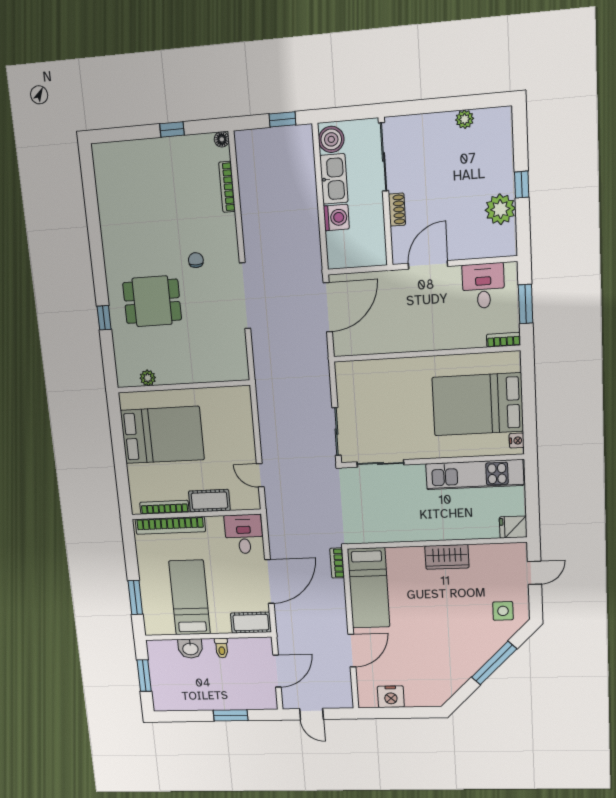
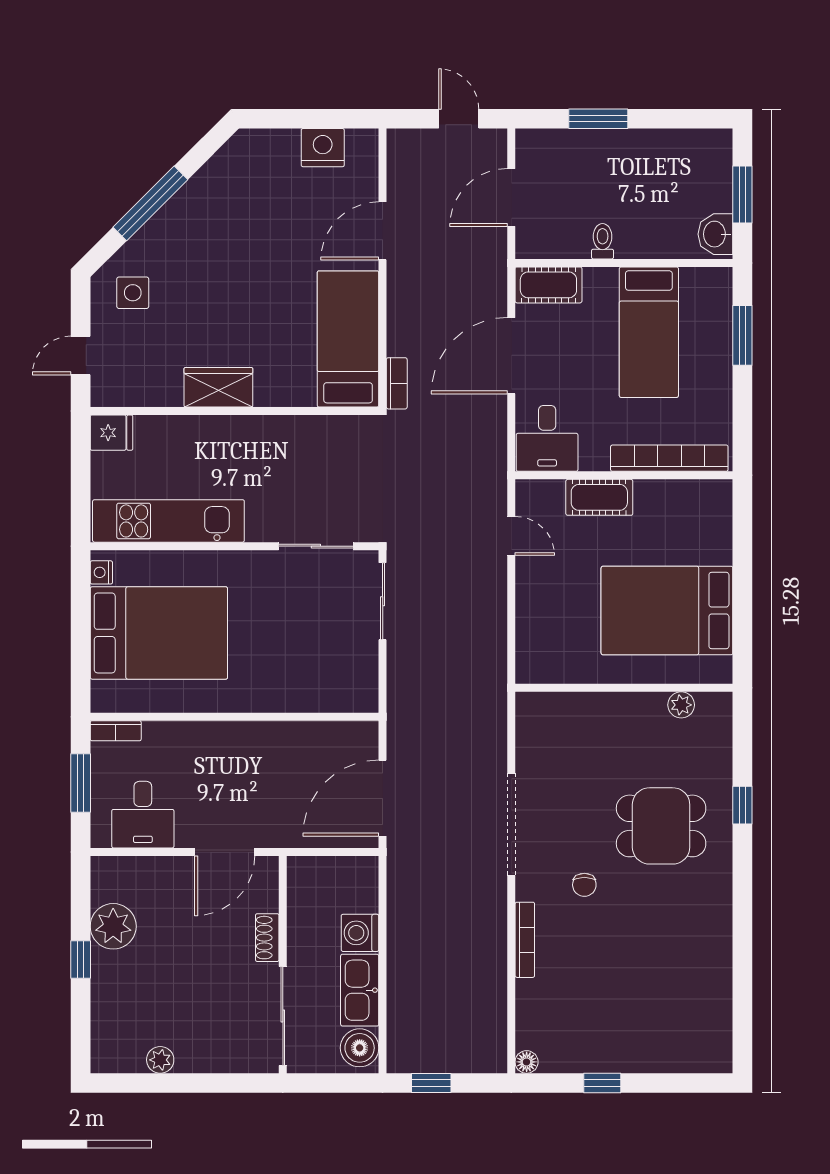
bookcase: (227, 187) -> (525, 940), moved
bookcase: (164, 507) -> (676, 490), removed
washbasin: (190, 648) -> (715, 234), moved, turned -90

